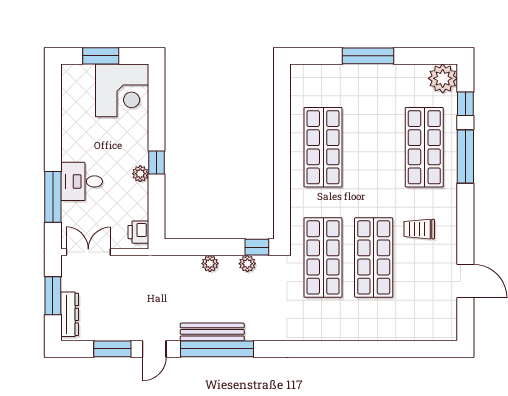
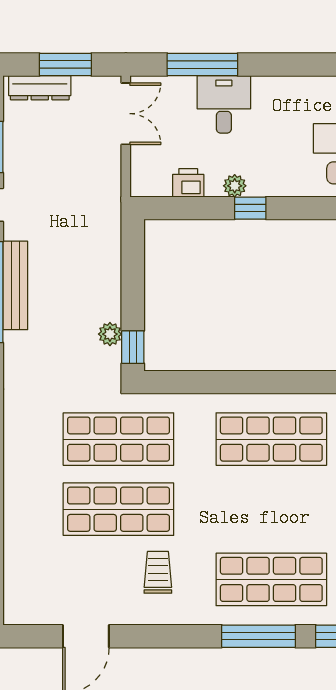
printer: (138, 232) -> (188, 183), moved
plant: (210, 264) -> (110, 282), removed

